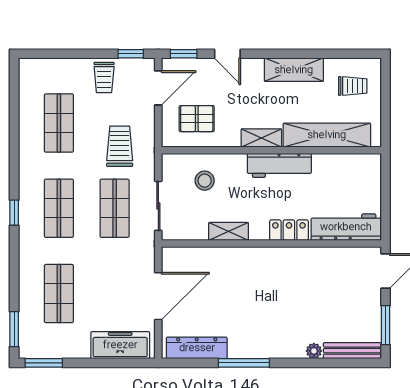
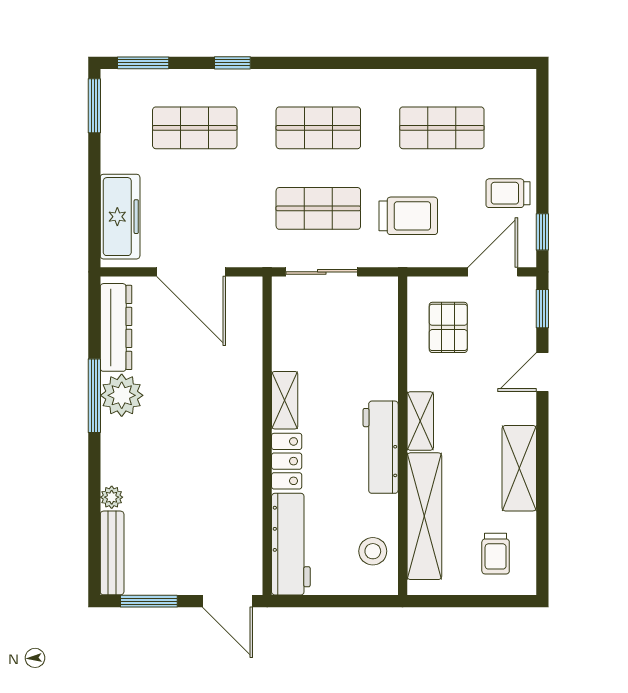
door: (158, 88) -> (493, 272), swing flipped
stool: (205, 181) -> (373, 551), moved
window: (14, 213) -> (232, 63), moved
shelving: (229, 231) -> (285, 400), moved
plant: (244, 344) -> (122, 395), added

